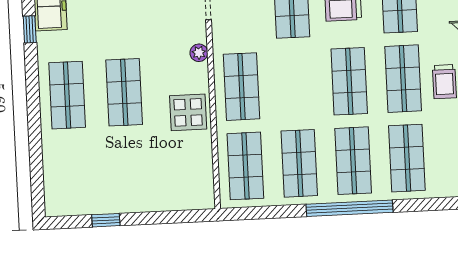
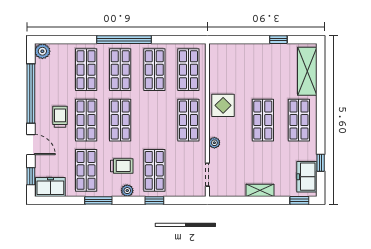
shelving: (58, 173) -> (307, 71), added

